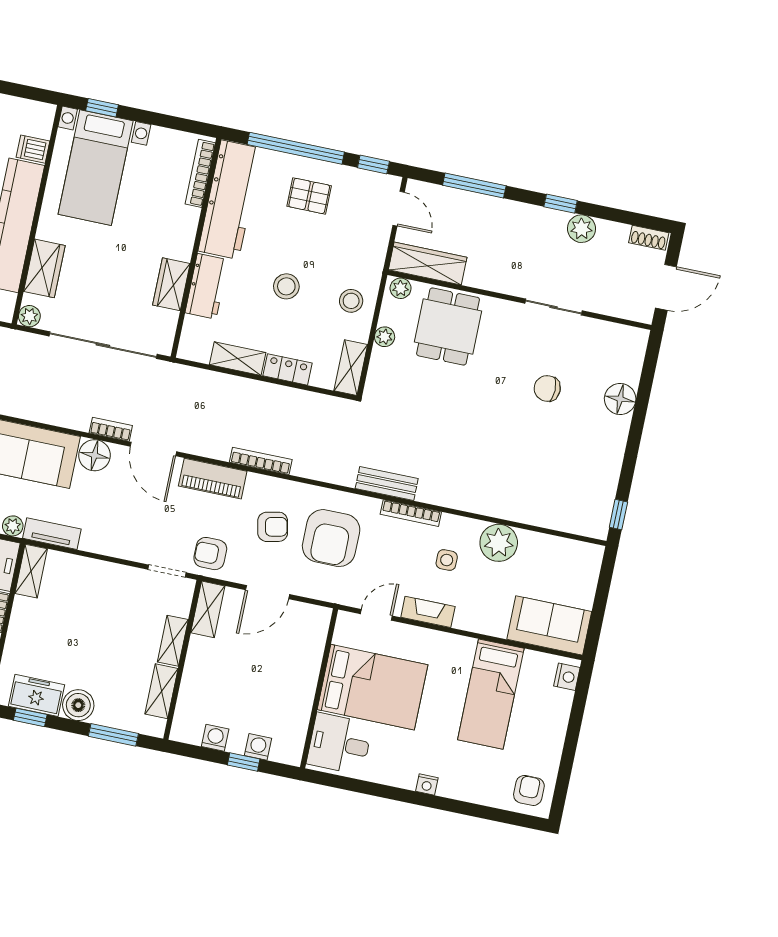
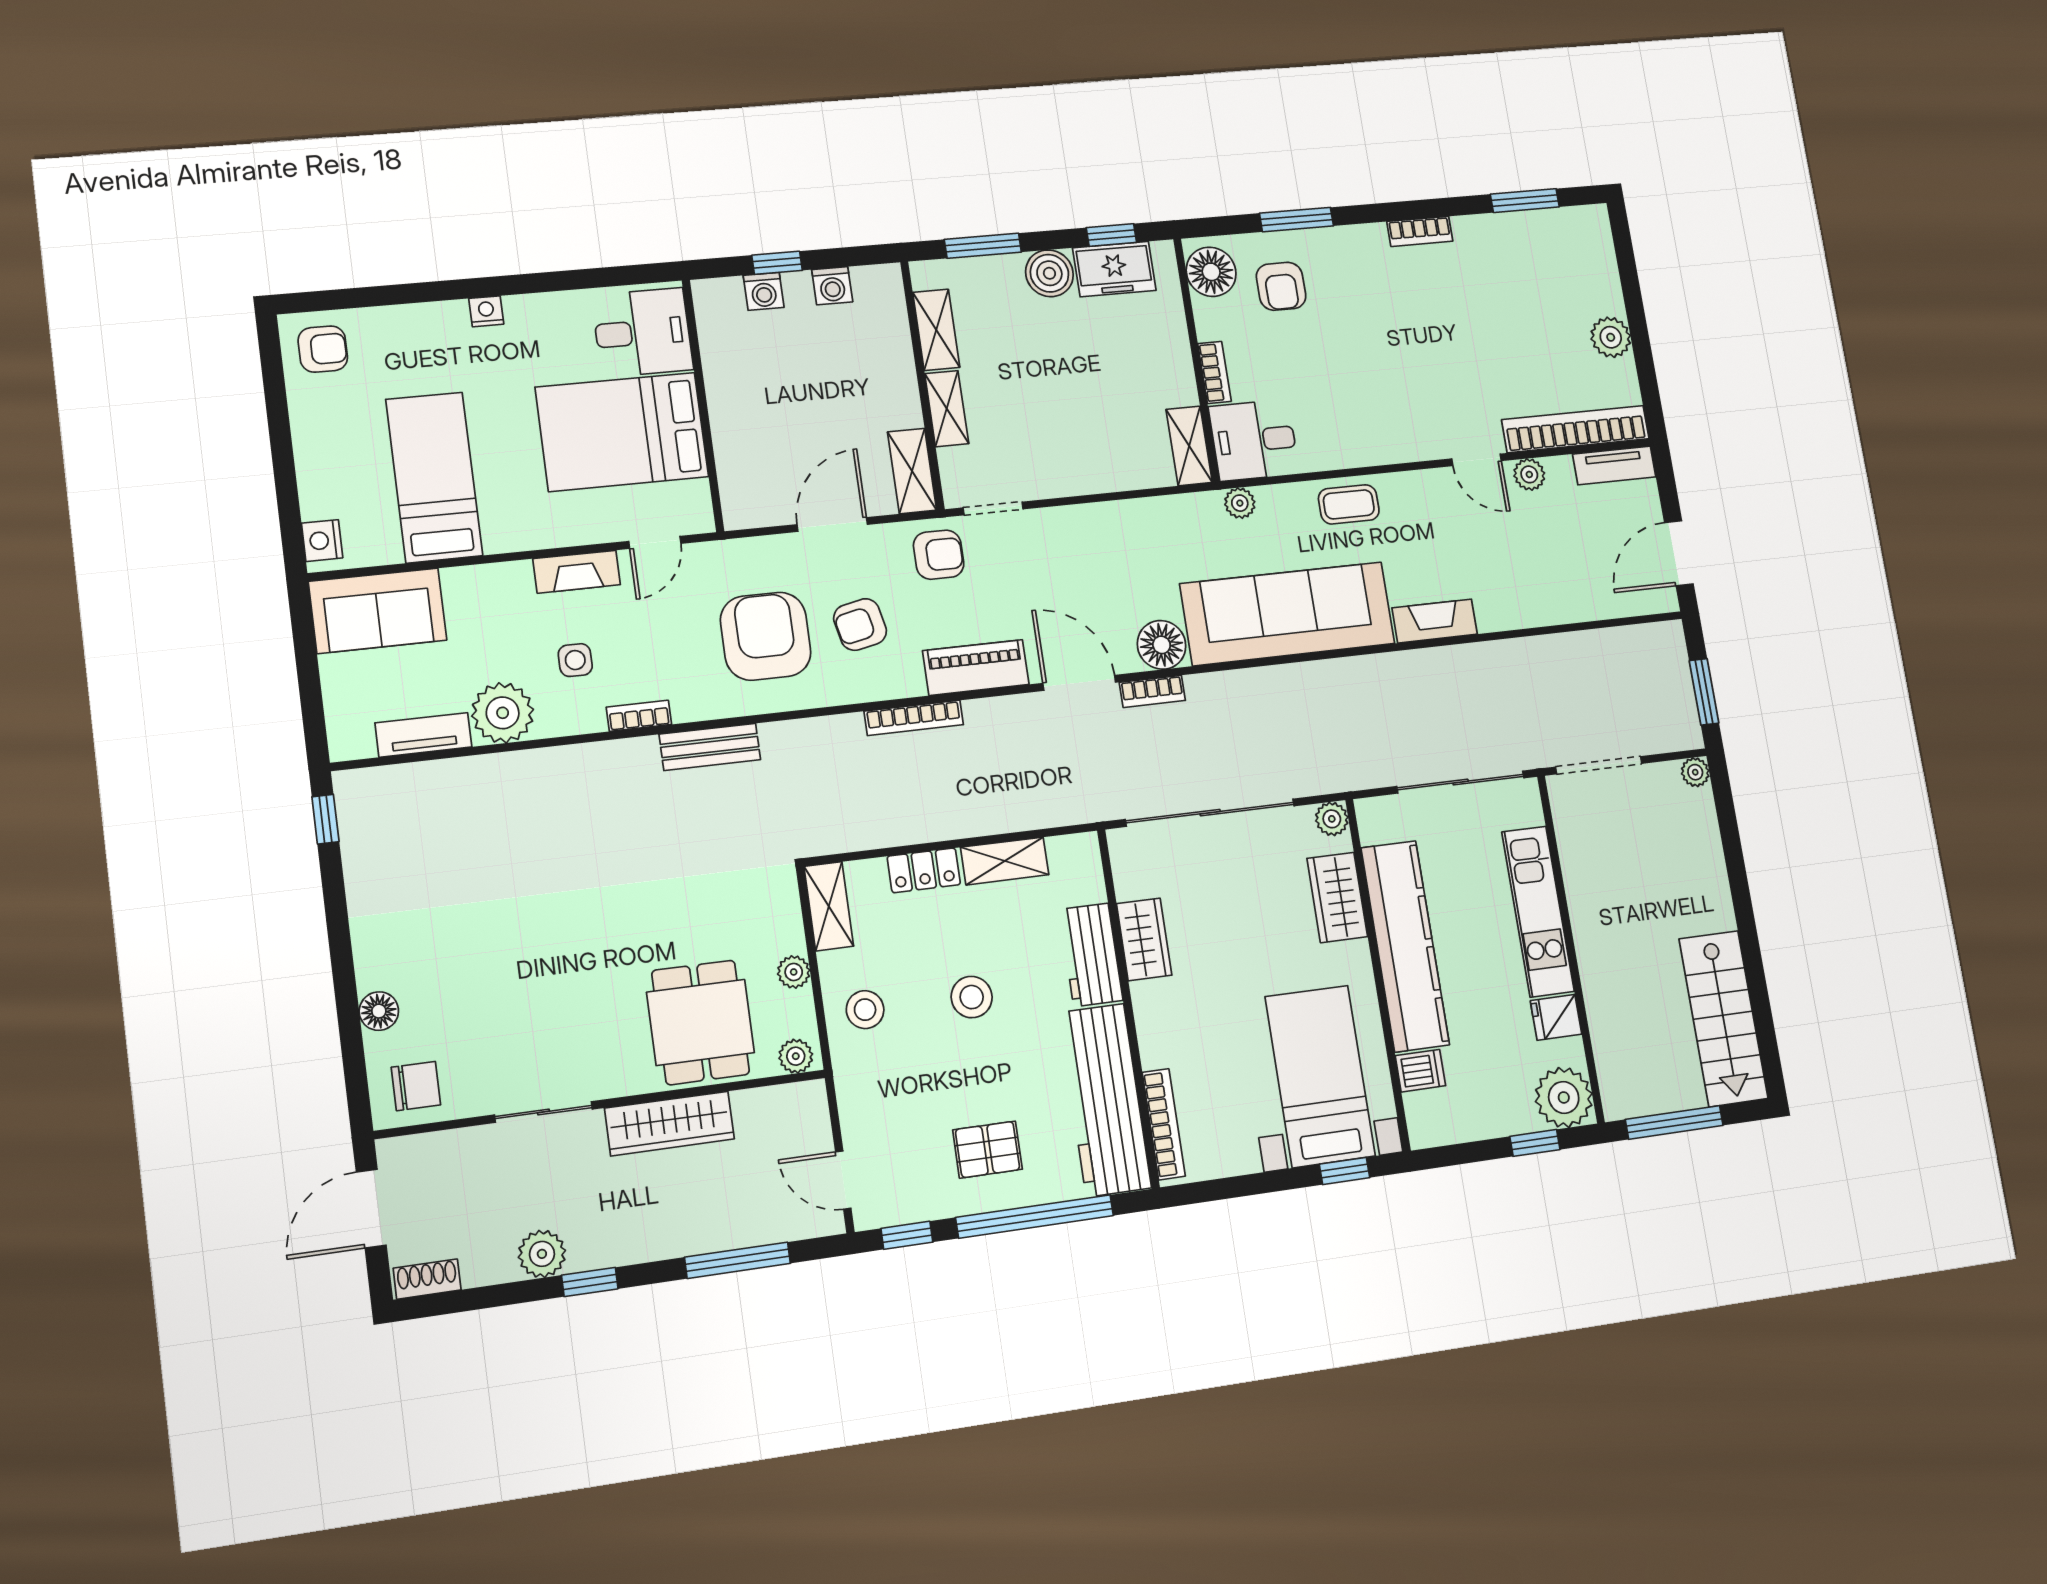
wardrobe: (428, 263) -> (670, 1124), moved
chair: (547, 388) -> (416, 1086), moved
floor lamp: (620, 399) -> (379, 1011), width x0.73, depth x0.73
bookcase: (411, 513) -> (639, 716), width x0.64
tv unit: (52, 534) -> (423, 735), moved, turned 180
armchair: (529, 790) -> (323, 349), turned -90

